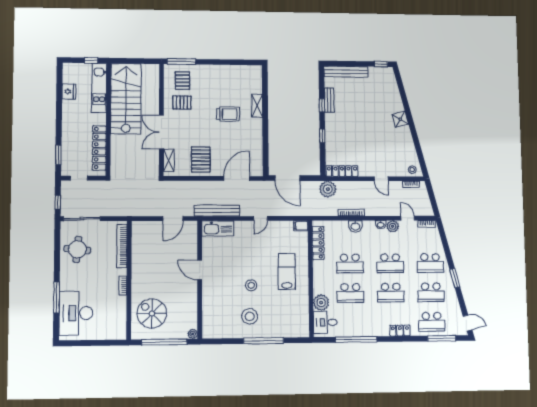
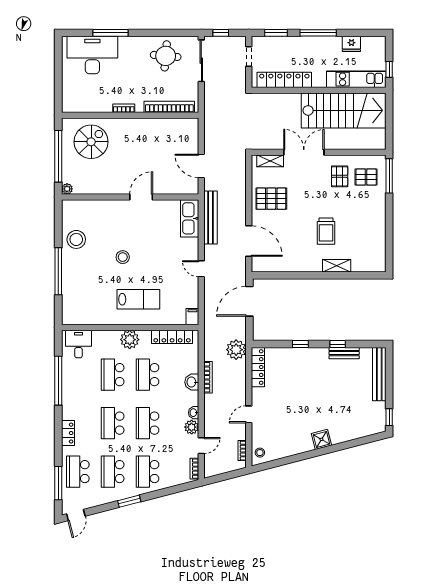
window: (59, 119) -> (318, 33), added
plant: (321, 303) -> (130, 340), moved
stool: (250, 316) -> (76, 239), moved

